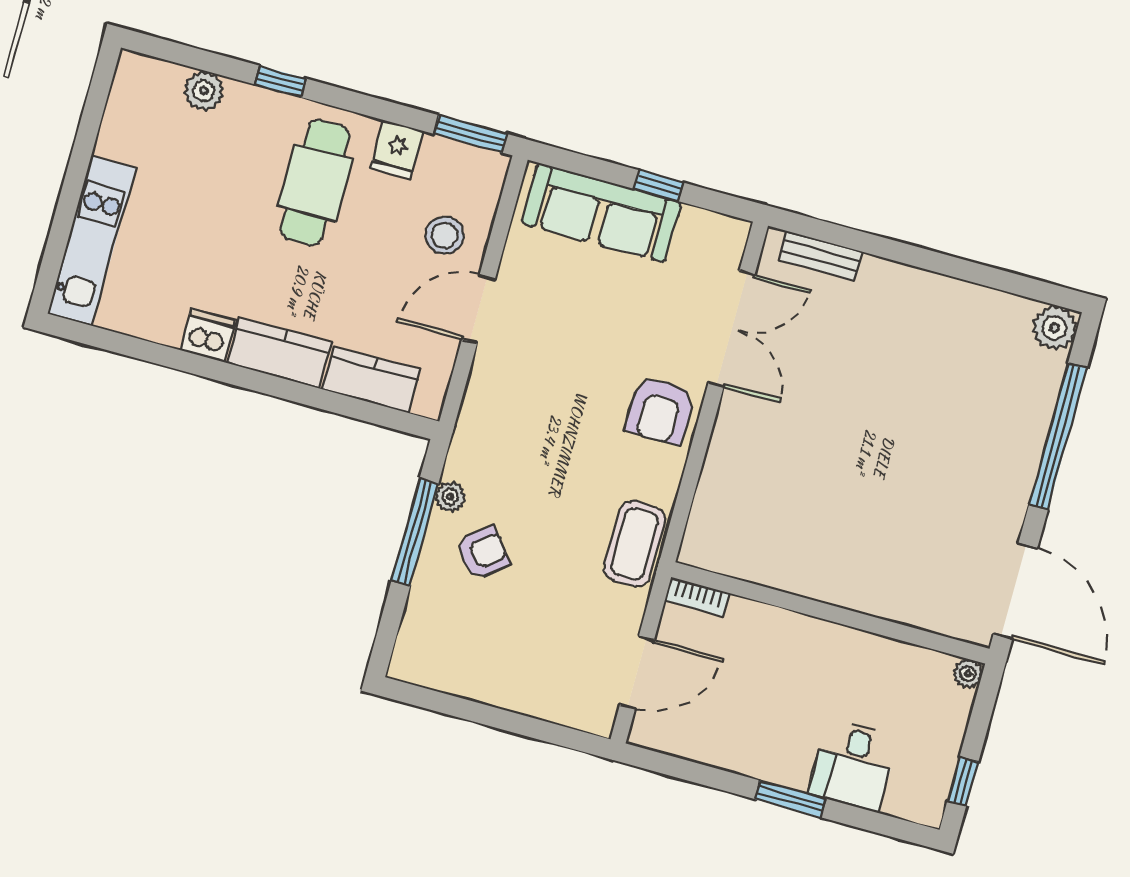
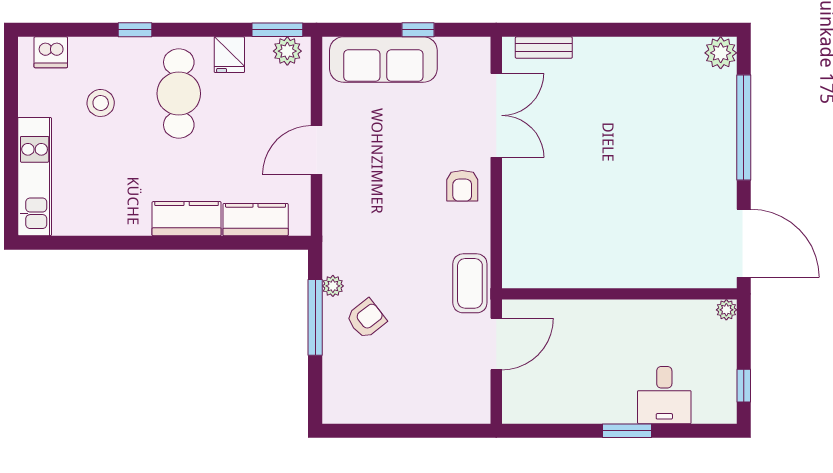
plant: (204, 91) -> (287, 51), moved
stool: (445, 235) -> (101, 103), moved
dishwasher: (208, 335) -> (51, 52), moved, turned 180
armchair: (660, 410) -> (462, 186), width x0.72, depth x0.72
bookcase: (697, 597) -> (524, 308), removed
door: (637, 672) -> (496, 344), moved

